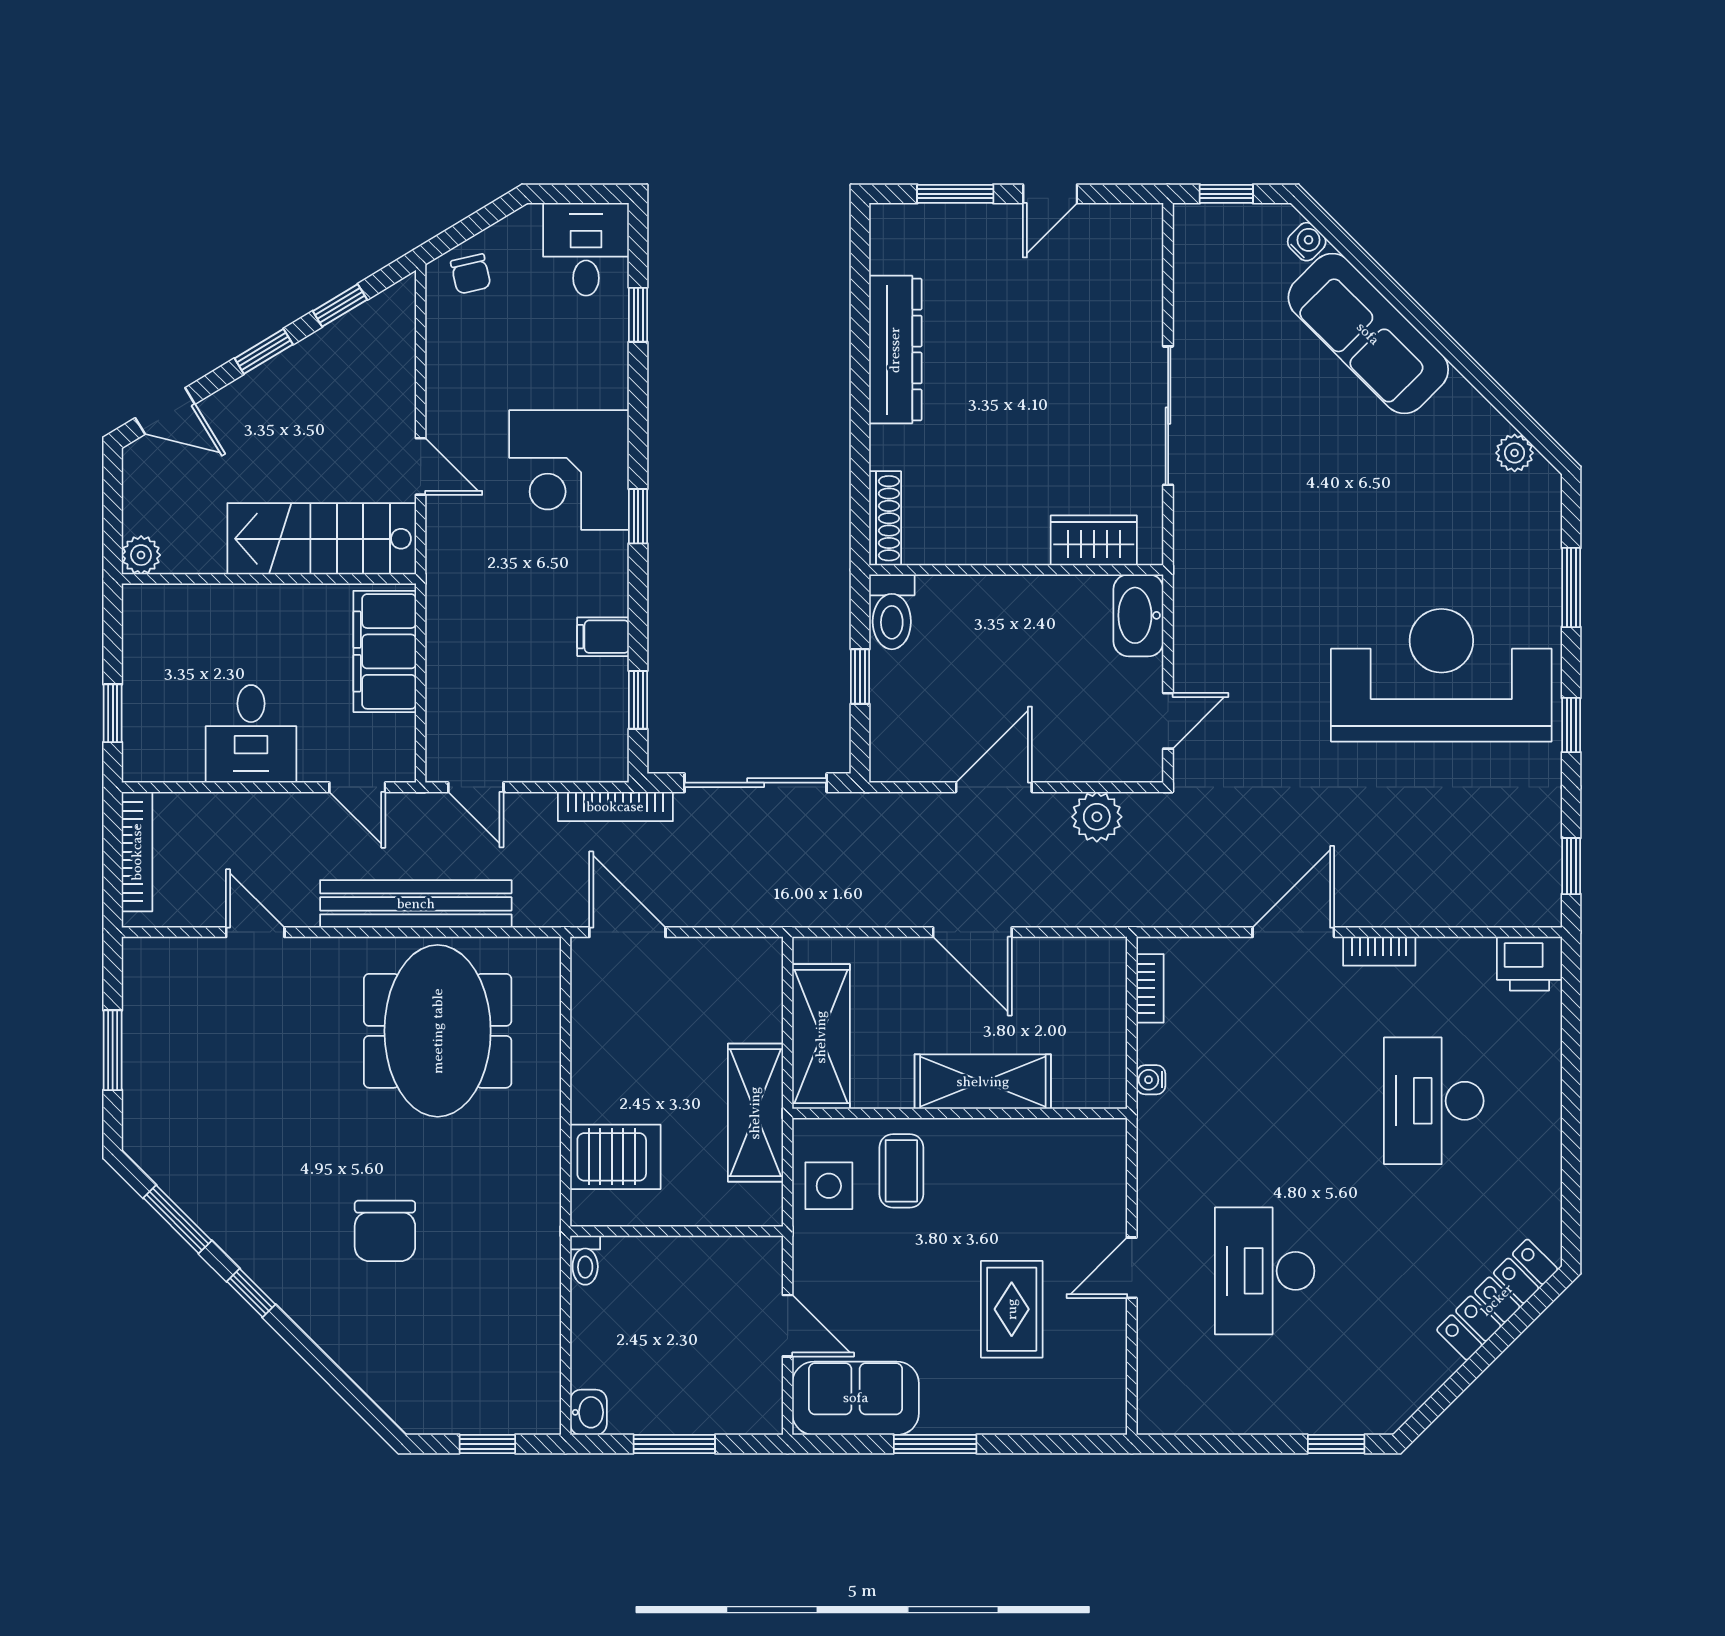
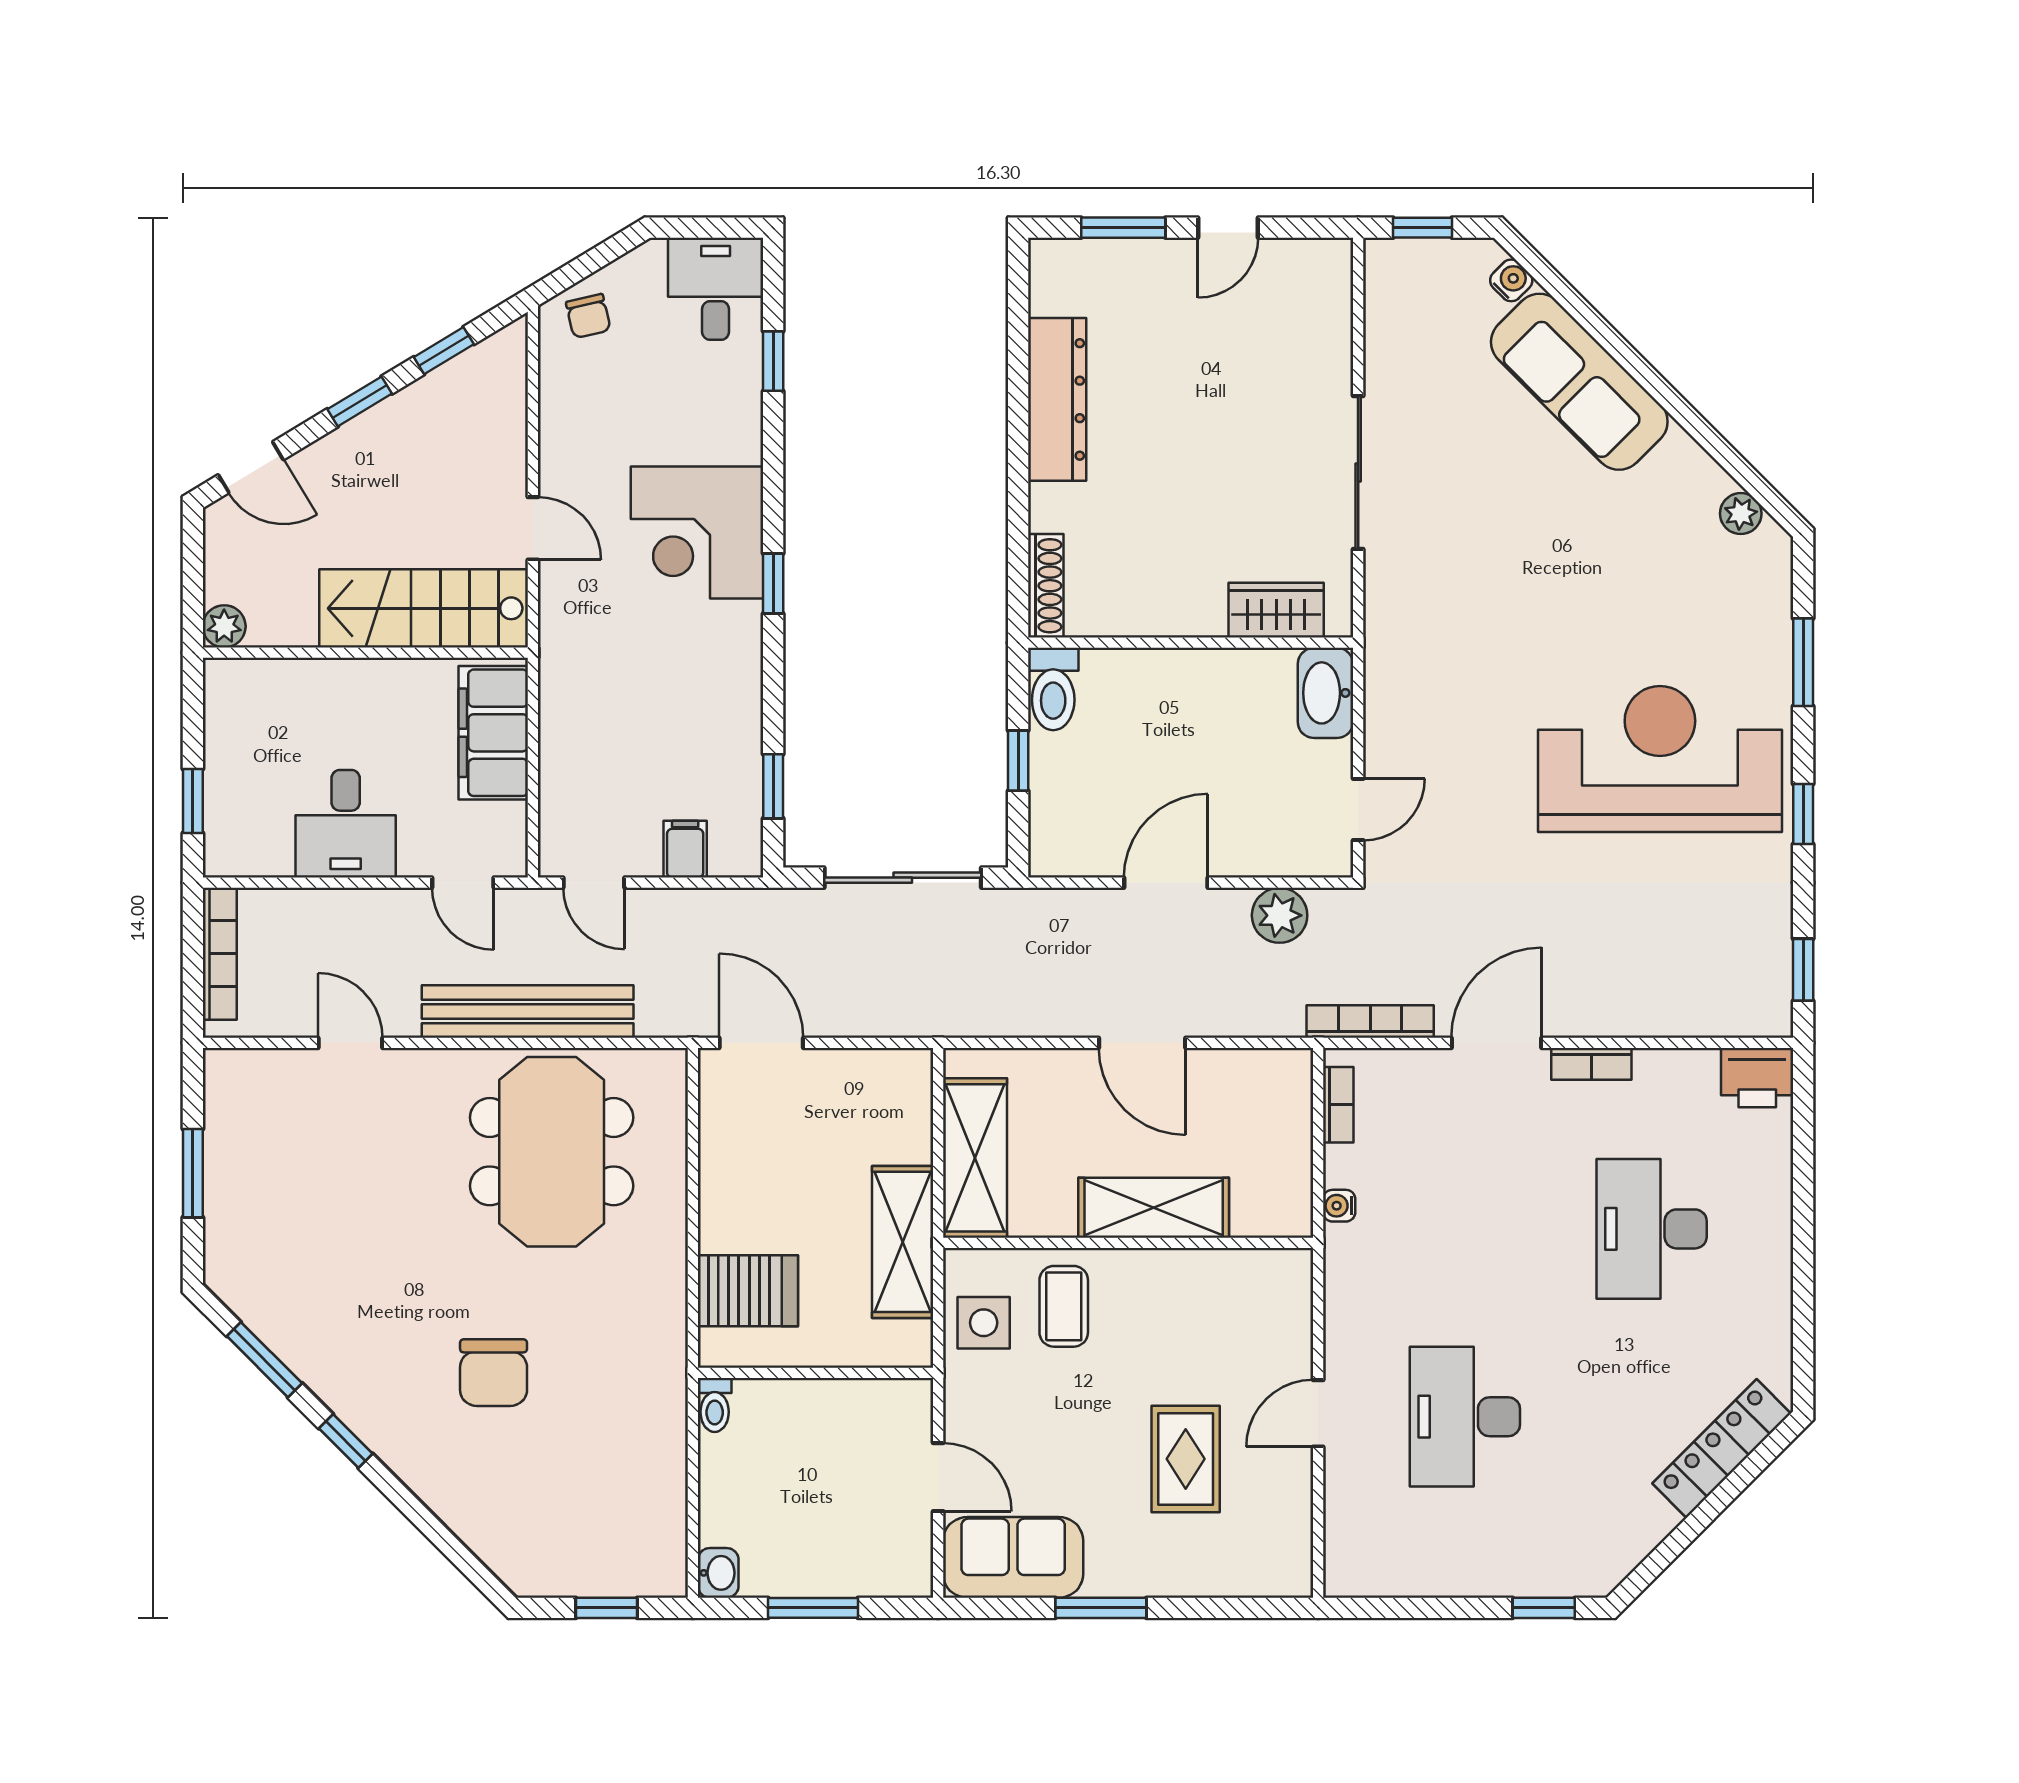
filing cabinet: (603, 637) -> (685, 849), moved, turned 90
bookcase: (615, 807) -> (1370, 1022), moved, turned 180

